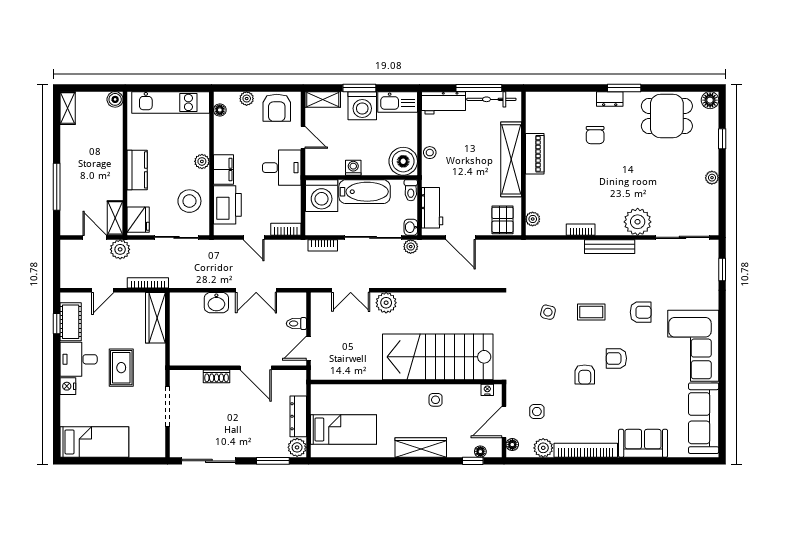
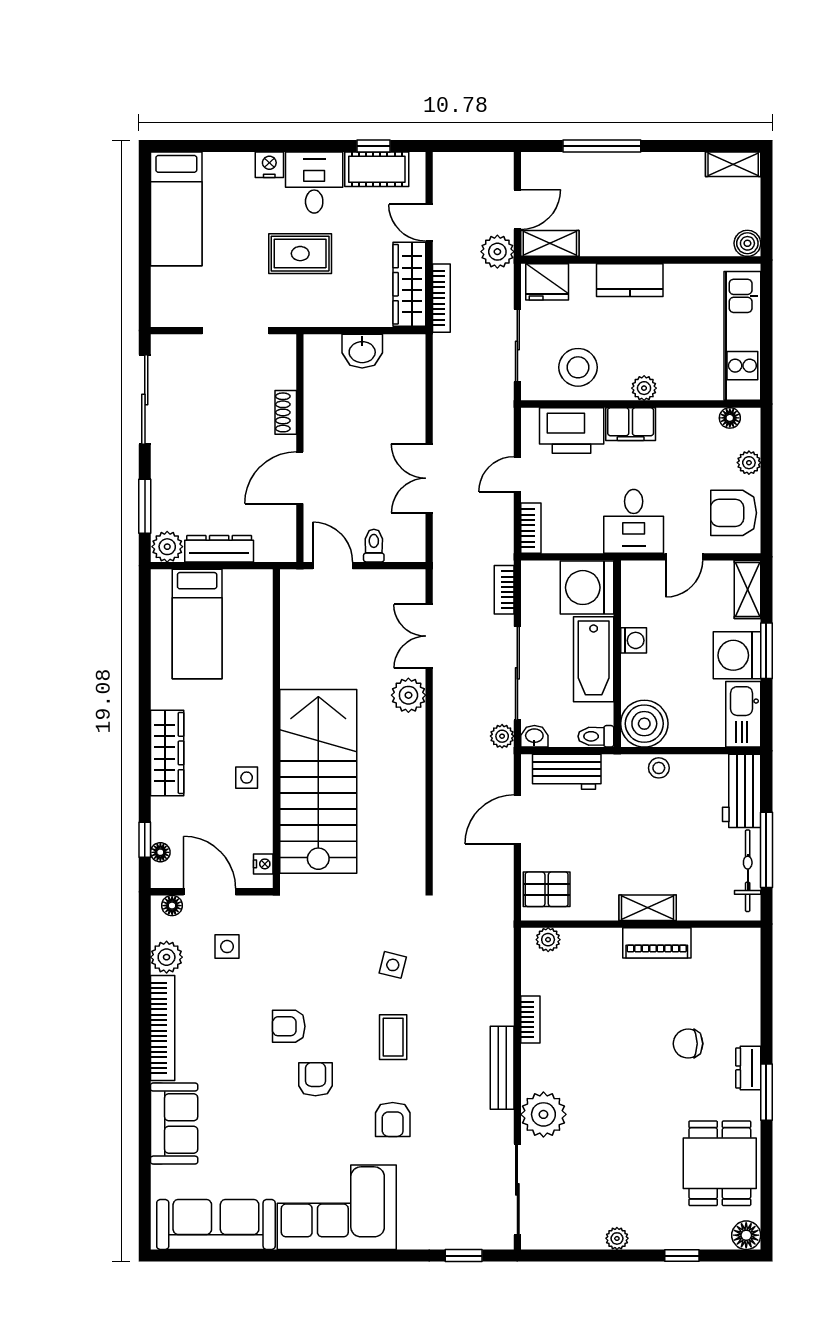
shelving: (511, 159) -> (648, 908), width x0.45, depth x0.75
washbasin: (216, 303) -> (362, 351), moved, turned -90
wardrobe: (156, 318) -> (409, 284), moved, turned -90

